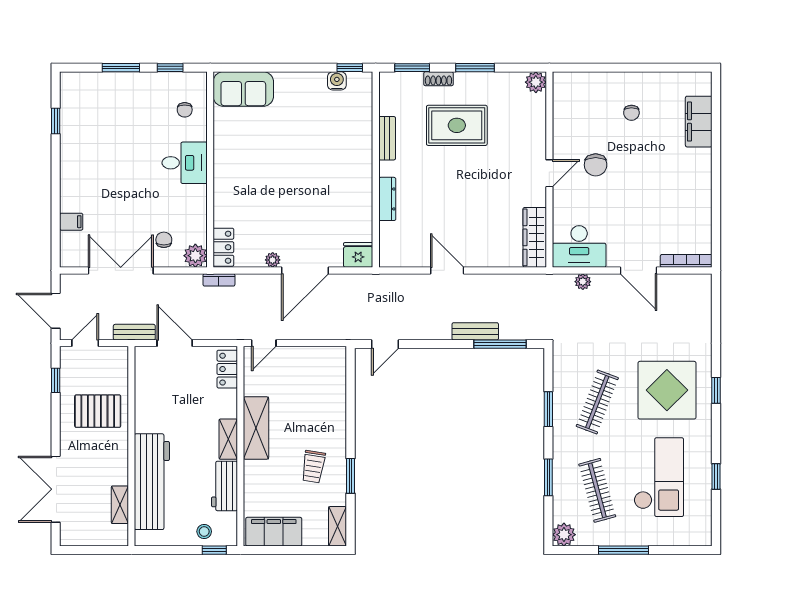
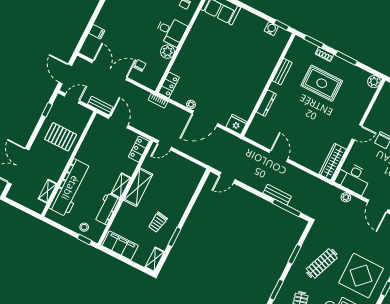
plant: (195, 256) -> (167, 52), moved

